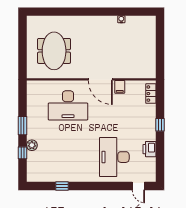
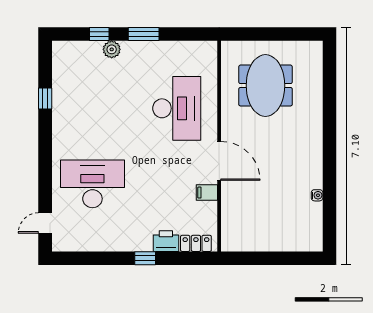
meeting table: (54, 51) -> (265, 86), turned 90
door: (100, 79) -> (219, 161), swing flipped
desk: (68, 105) -> (177, 108), turned 180
printer: (149, 149) -> (166, 241), moved

